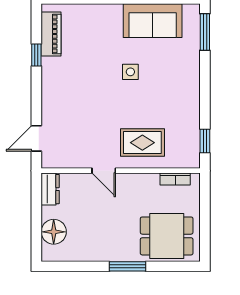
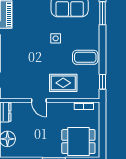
coffee table: (177, 102) -> (85, 57), added

